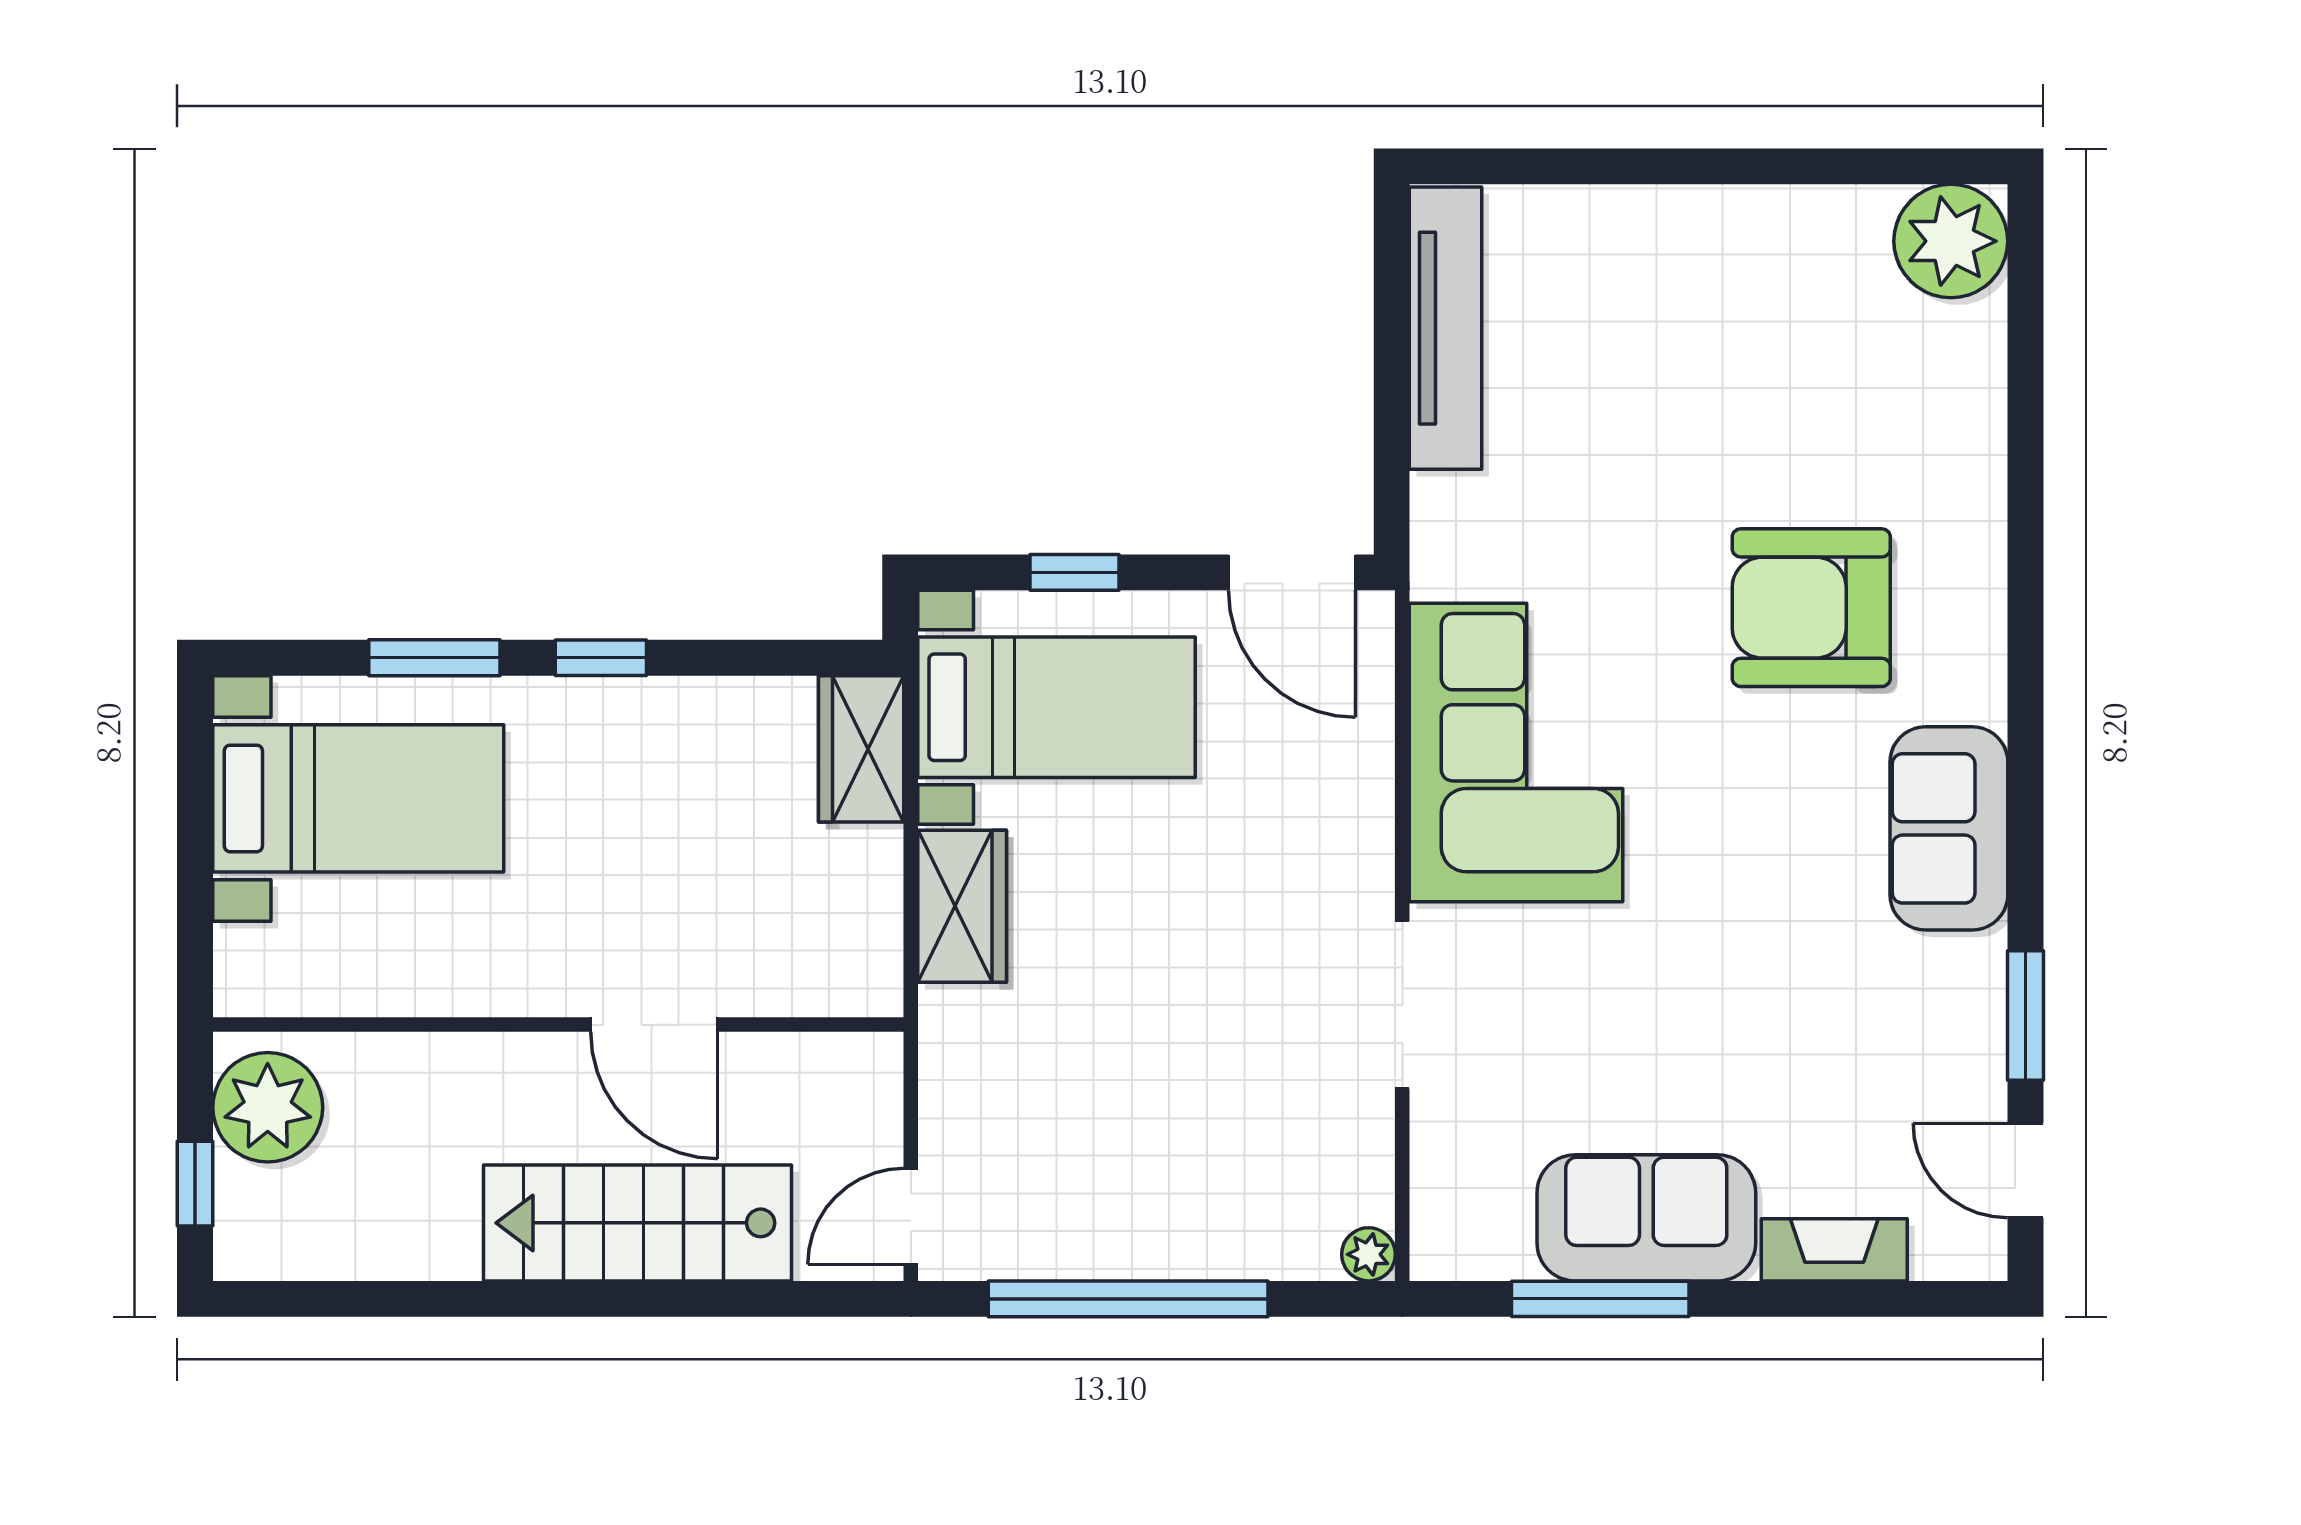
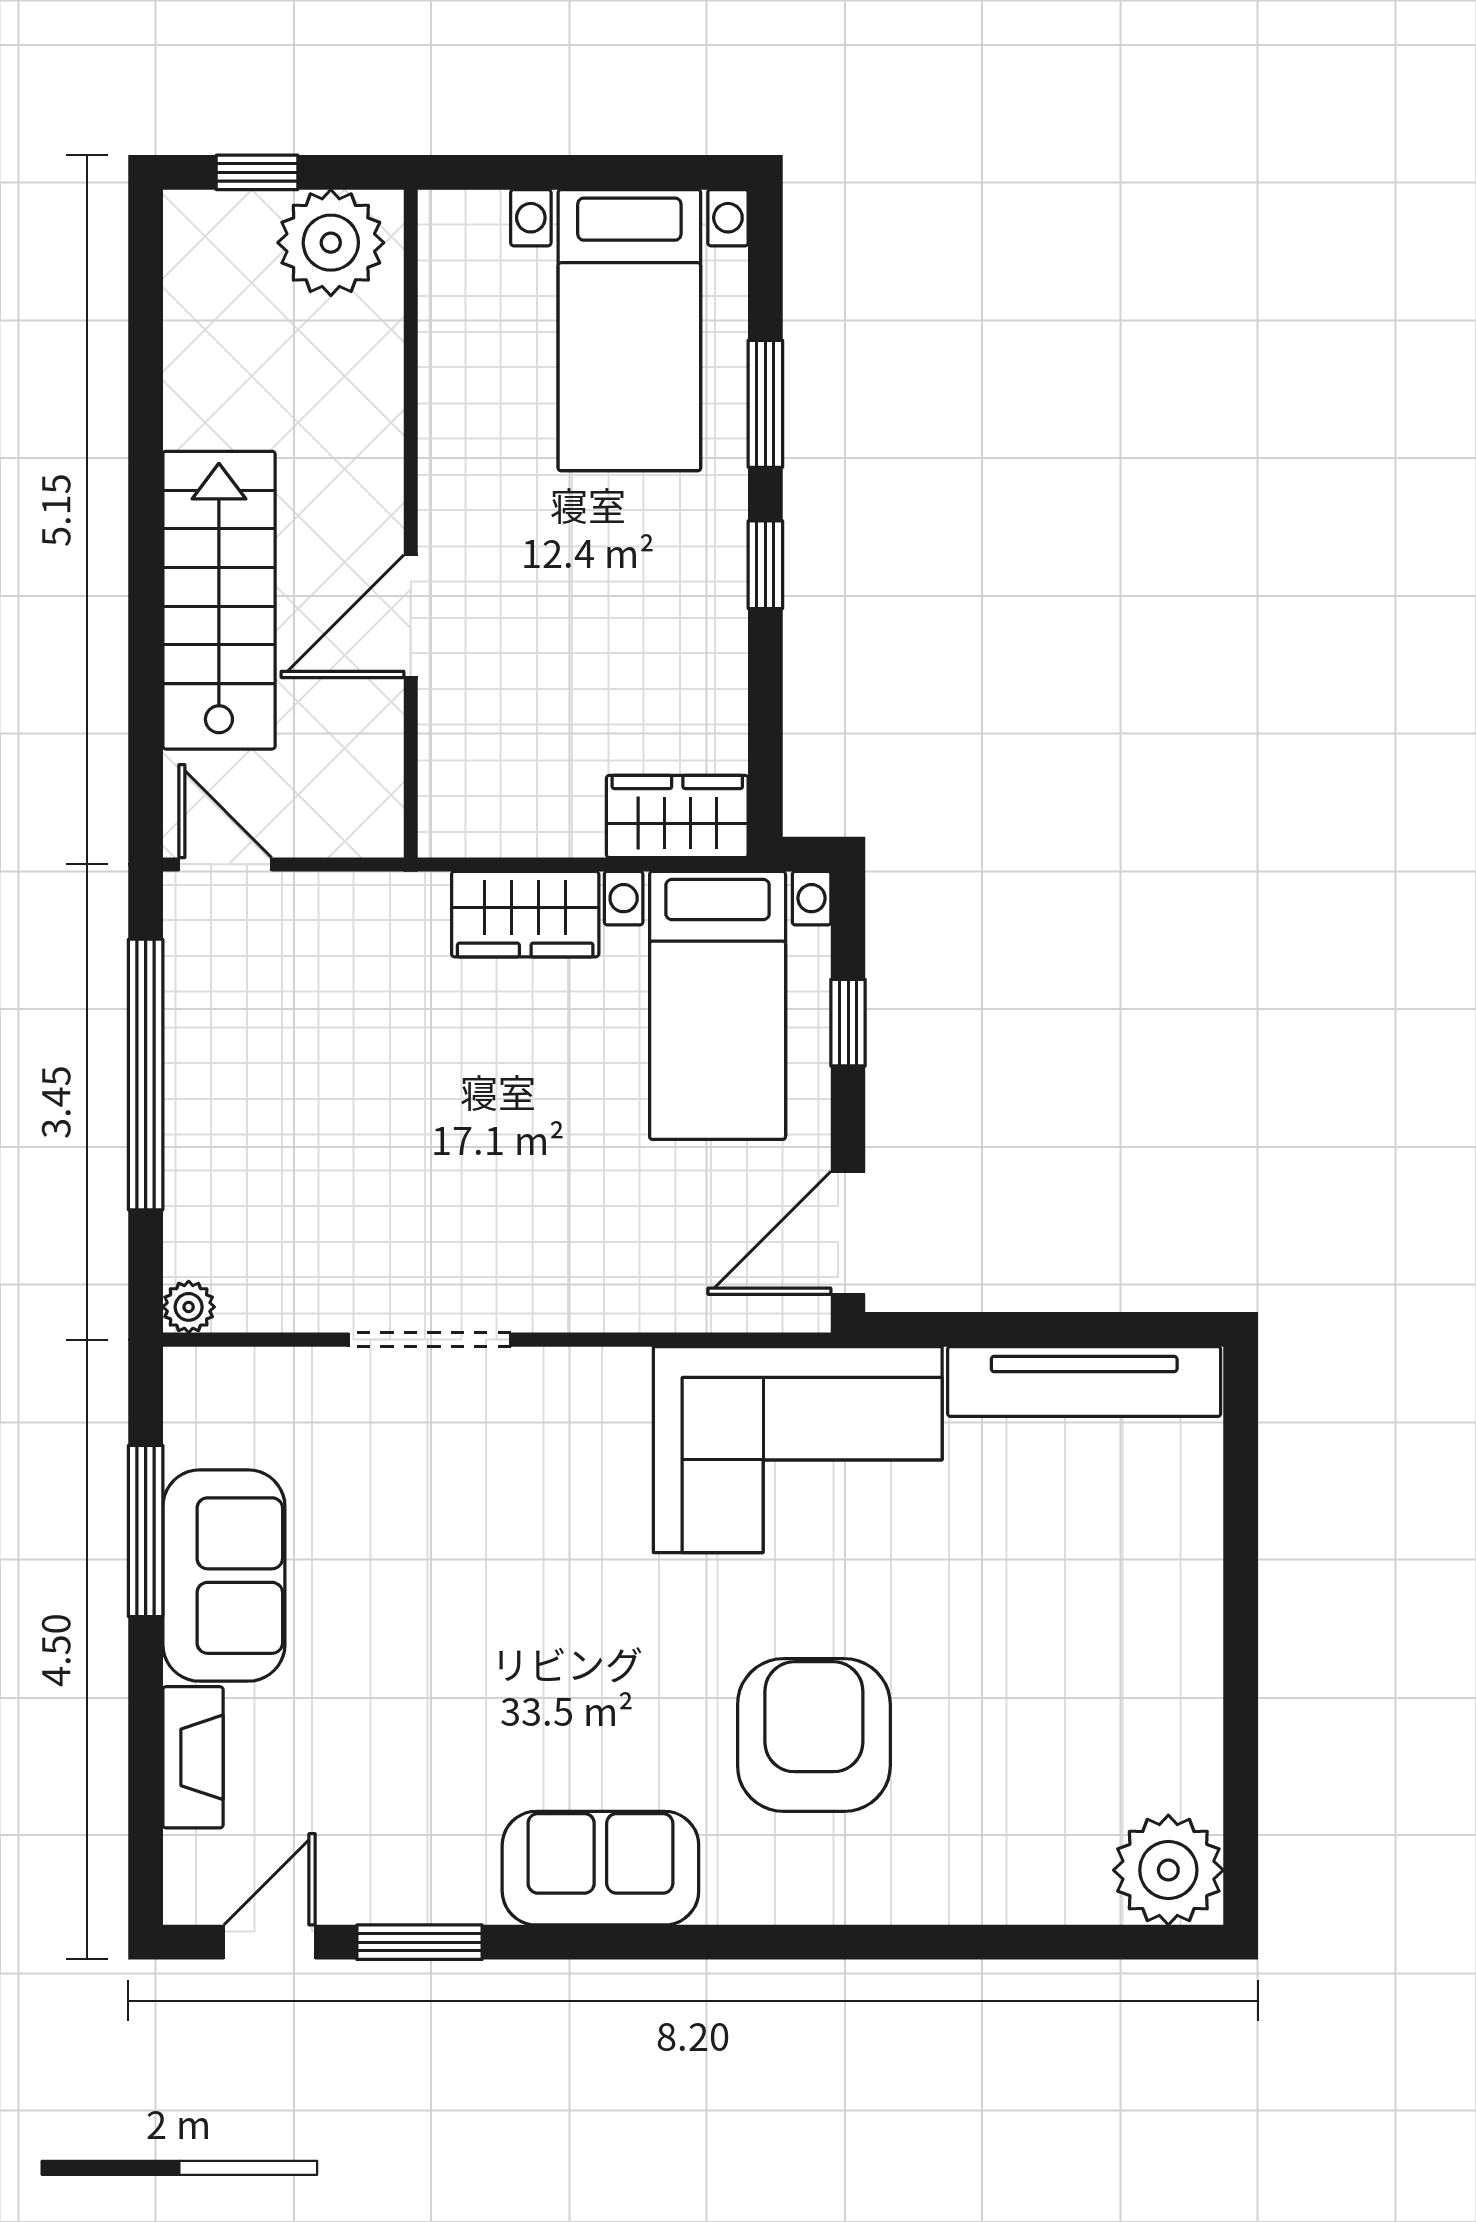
corner sofa: (1516, 752) -> (798, 1450), moved

